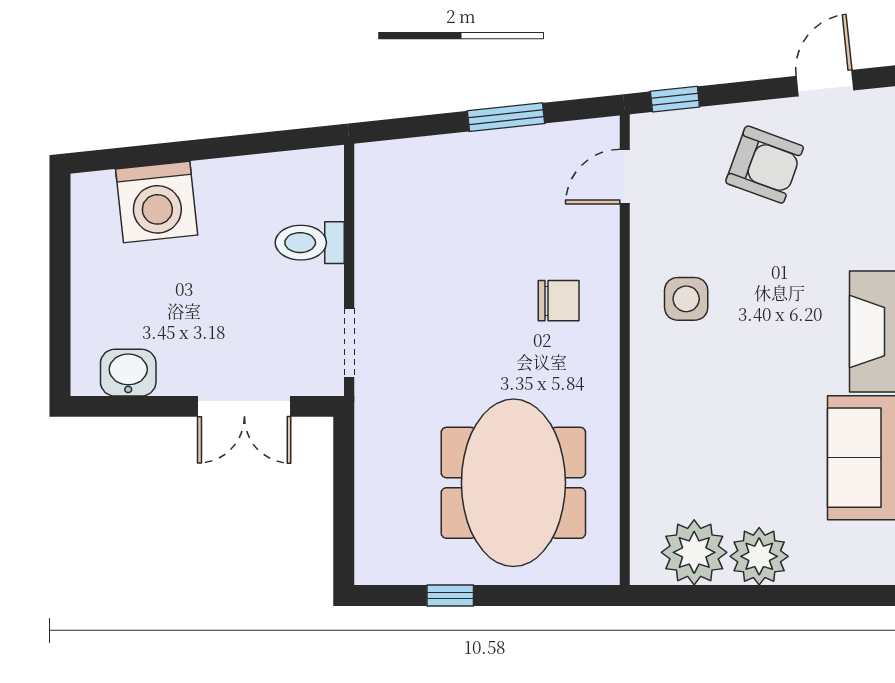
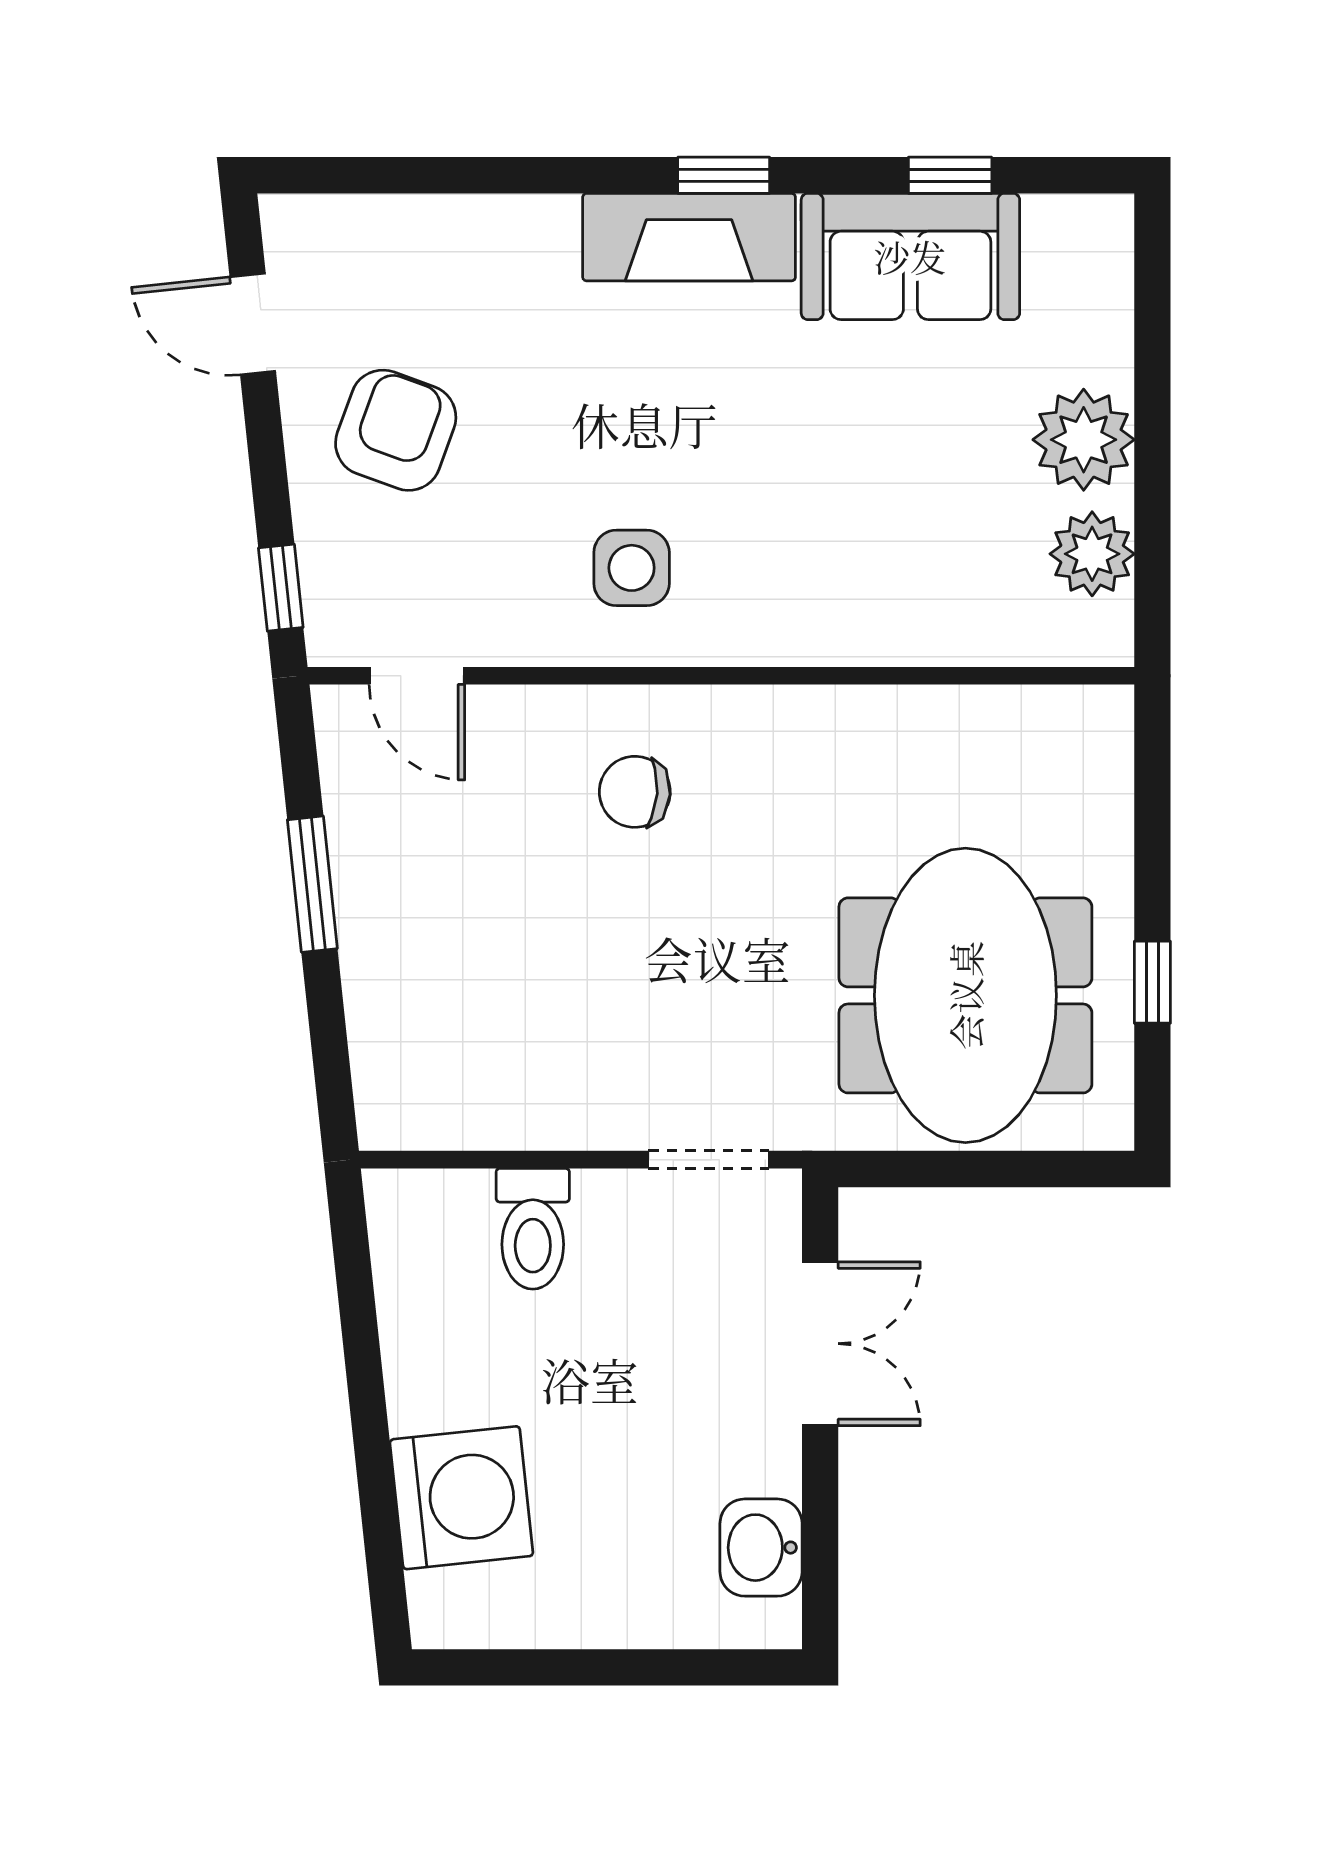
chair: (559, 301) -> (635, 792), turned -86
meeting table: (513, 483) -> (965, 995), moved, turned 90
plant: (694, 552) -> (1092, 554), width x0.73, depth x0.73

